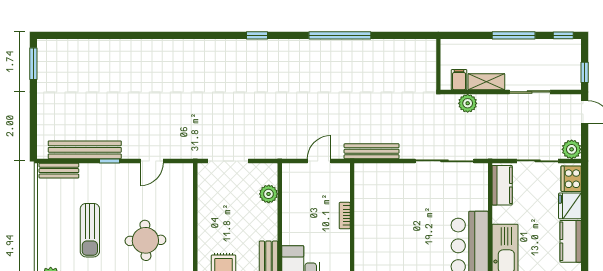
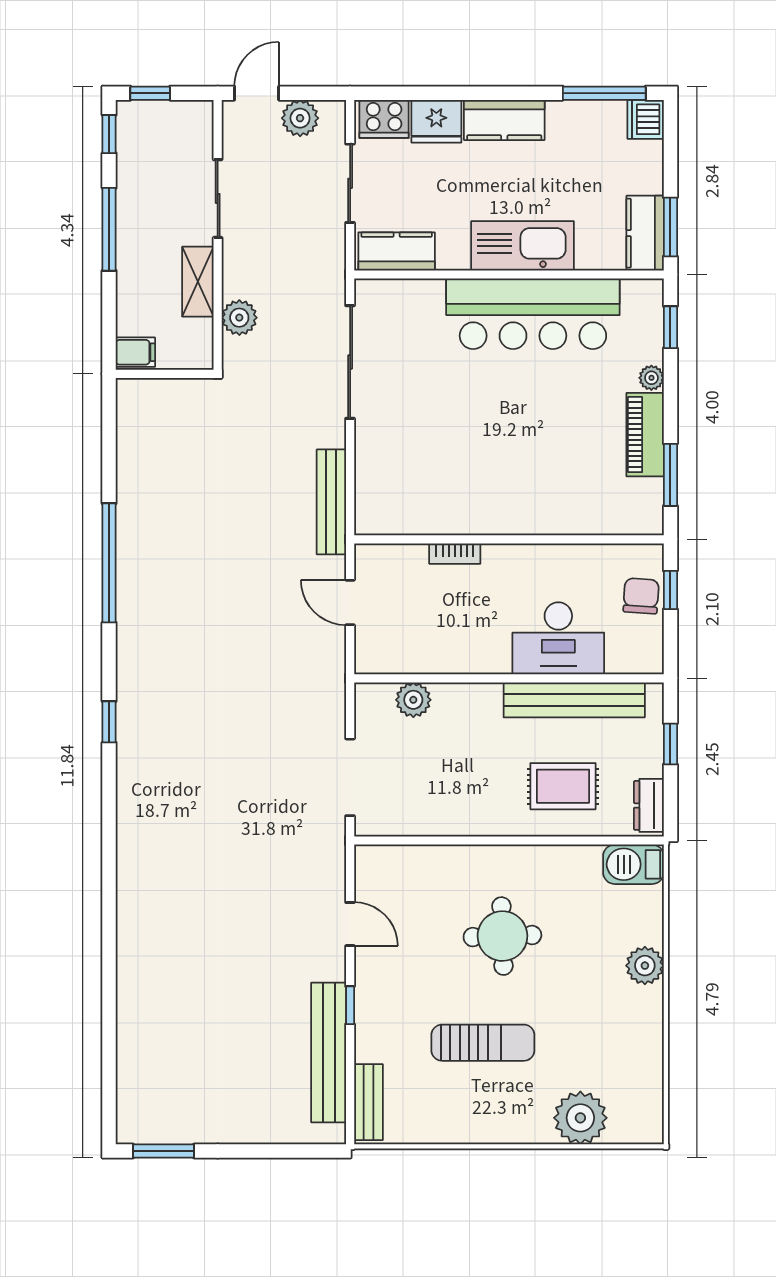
window: (585, 72) -> (150, 93), moved
filing cabinet: (459, 80) -> (135, 352), moved, turned 180
plant: (572, 149) -> (300, 118), moved

